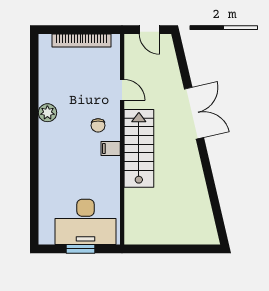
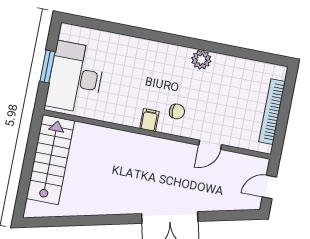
chair: (98, 125) -> (177, 111), turned 180
stairs: (139, 148) -> (50, 160), moved, turned -90

